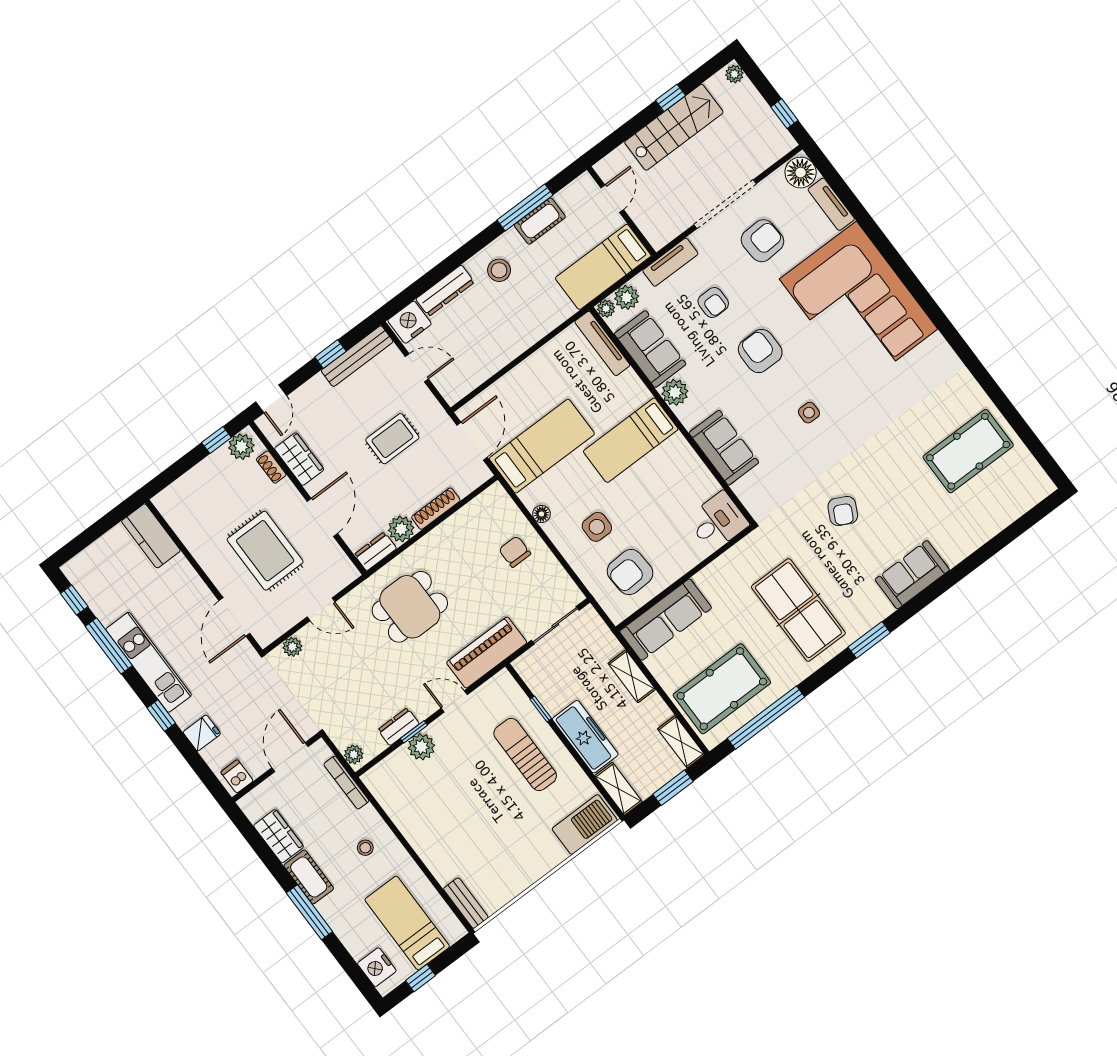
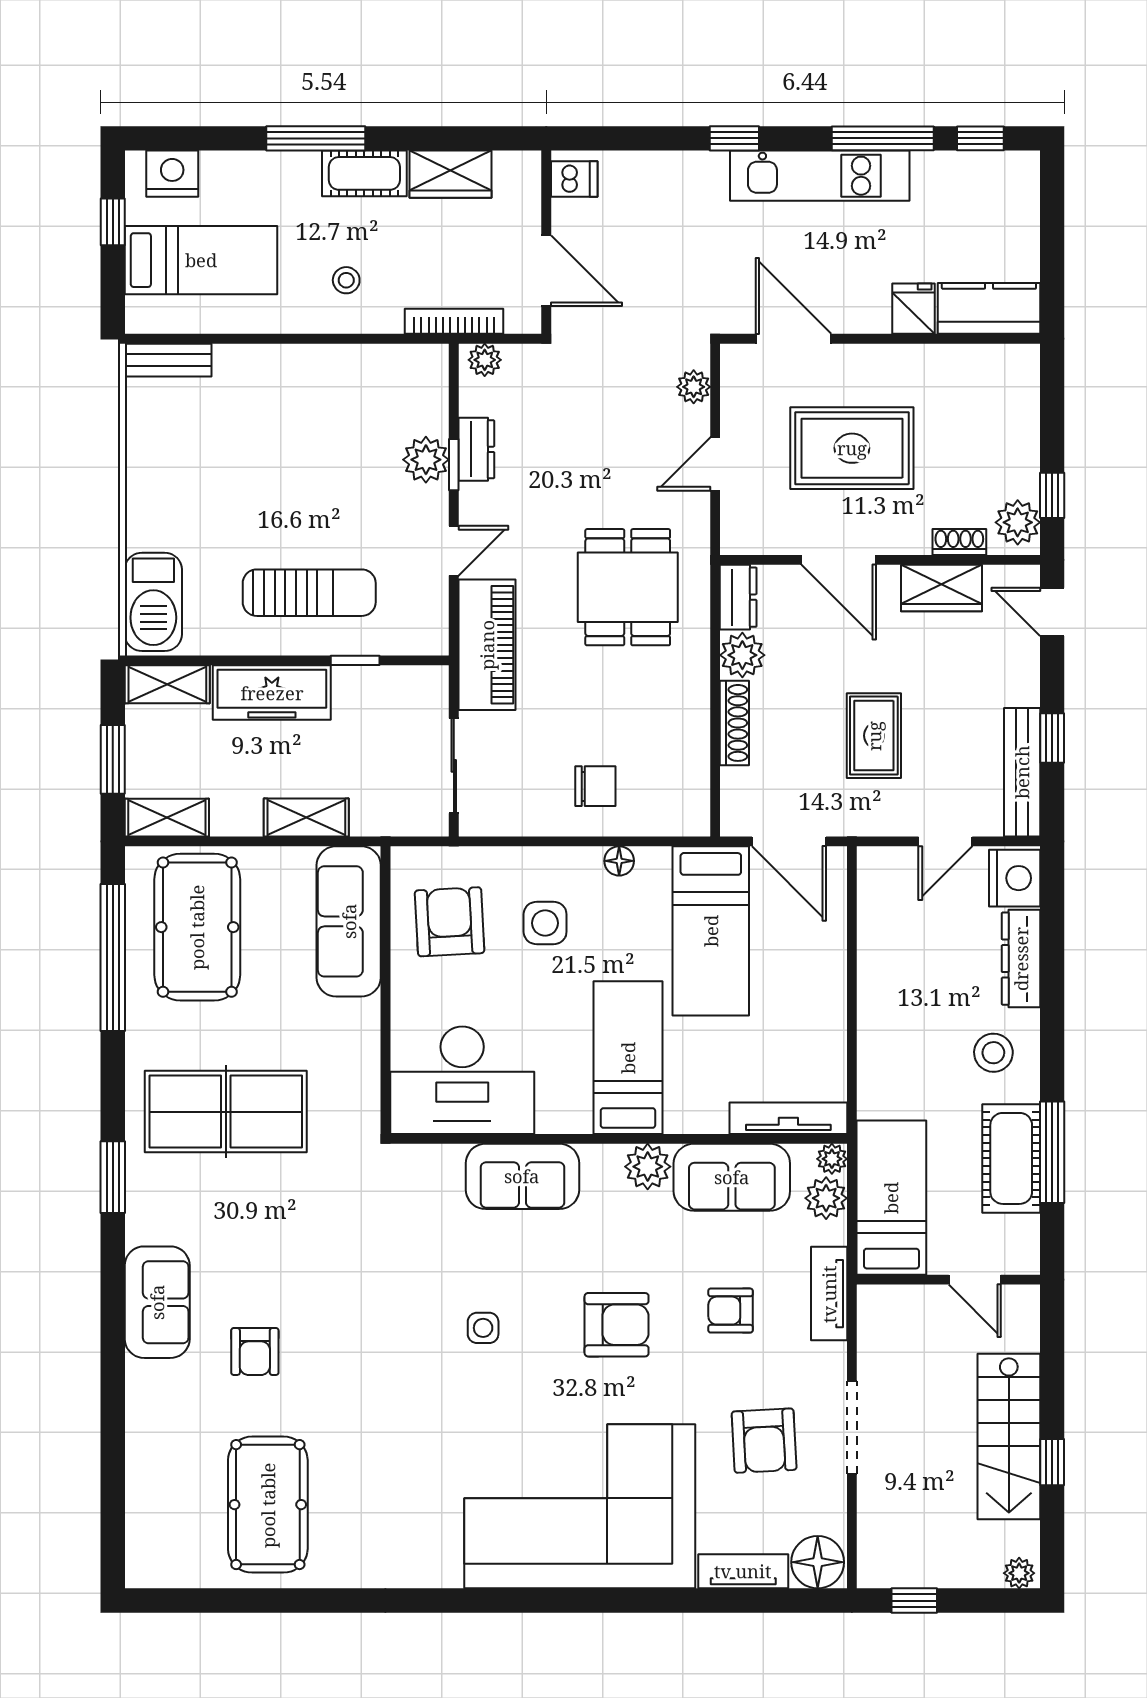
doorway: (725, 204) -> (852, 1427), width x0.73
cot: (540, 221) -> (1011, 1158), width x1.37, depth x1.34
armchair: (843, 511) -> (255, 1352), moved, turned -117
desk: (718, 521) -> (462, 1080), width x1.87, depth x1.30
fridge: (202, 733) -> (914, 309), moved, turned 180

